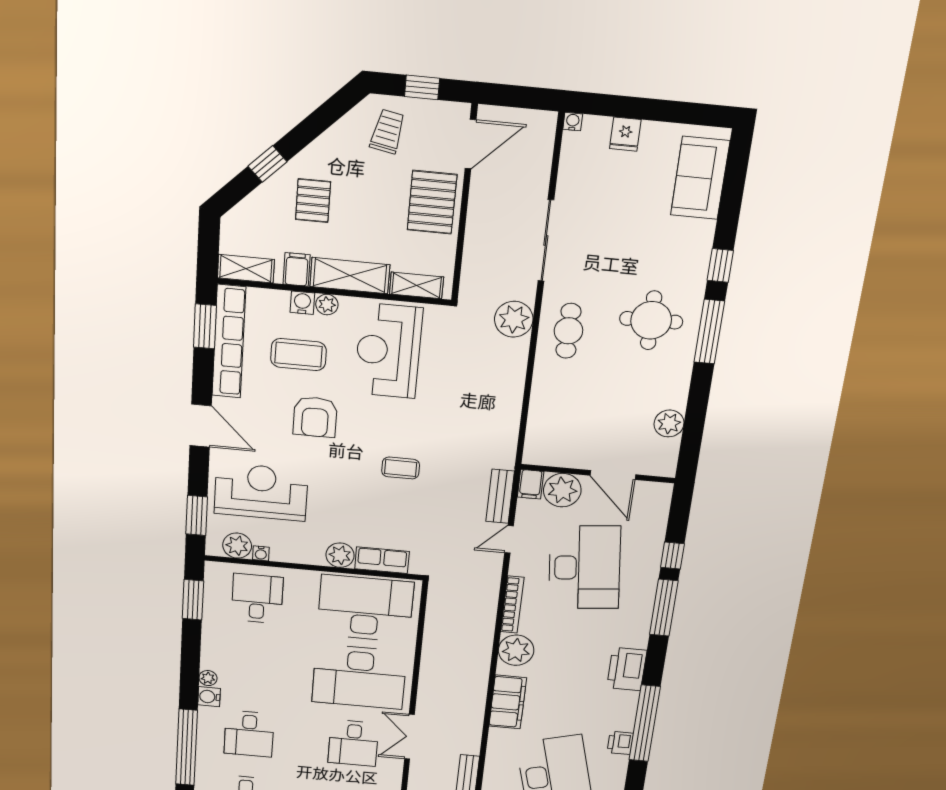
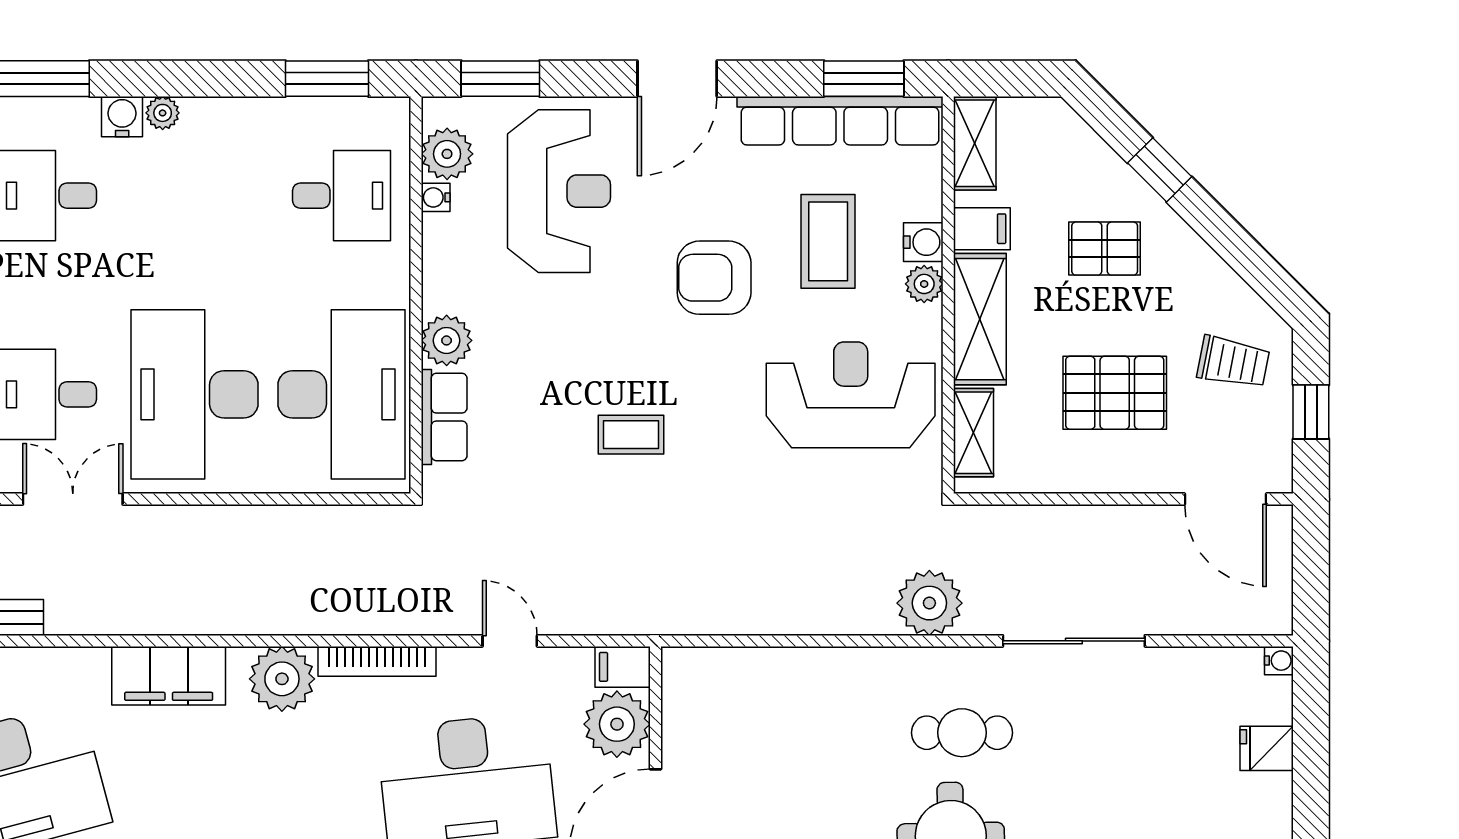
pallet: (432, 202) -> (1115, 393), moved
cafe table: (568, 331) -> (962, 733), moved
coffee table: (401, 468) -> (631, 435), turned 90
bench: (500, 496) -> (594, 616), removed

